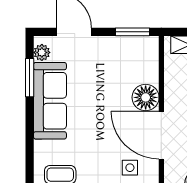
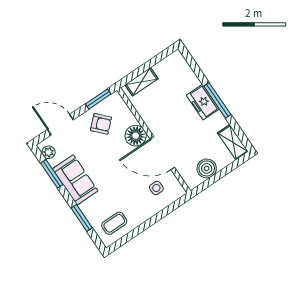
armchair: (118, 60) -> (101, 124), added
sofa: (50, 101) -> (75, 180), width x0.73
window: (30, 146) -> (82, 218), added

